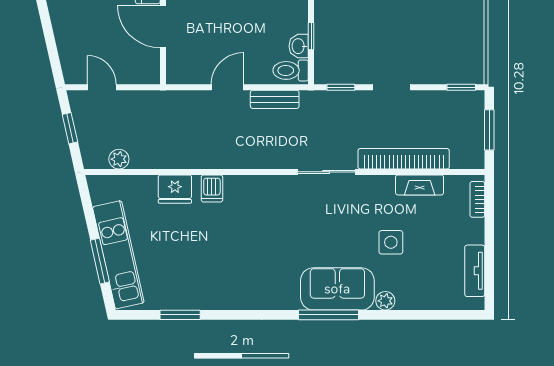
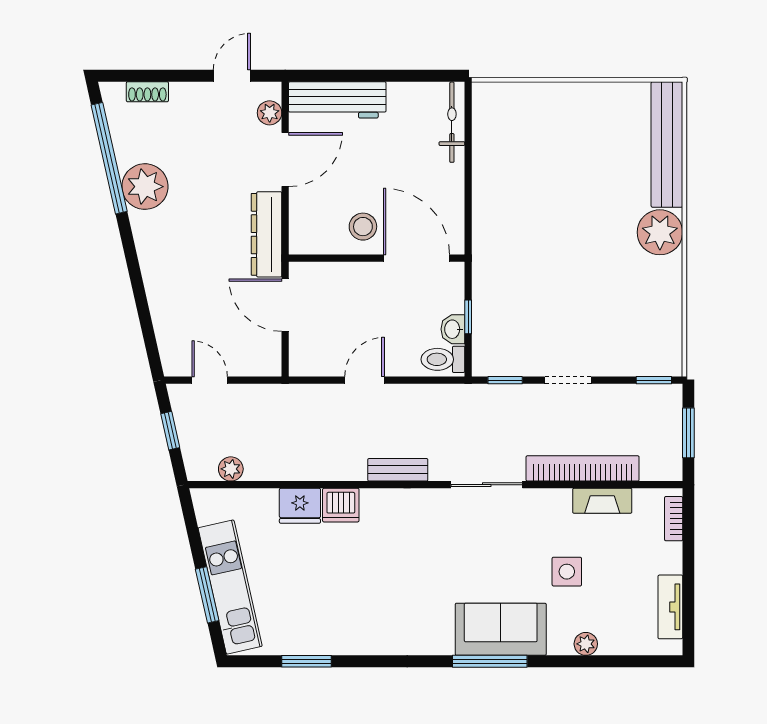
bench: (275, 99) -> (398, 470), moved
dishwasher: (212, 188) -> (341, 505), width x1.38
plant: (385, 301) -> (586, 644), moved

